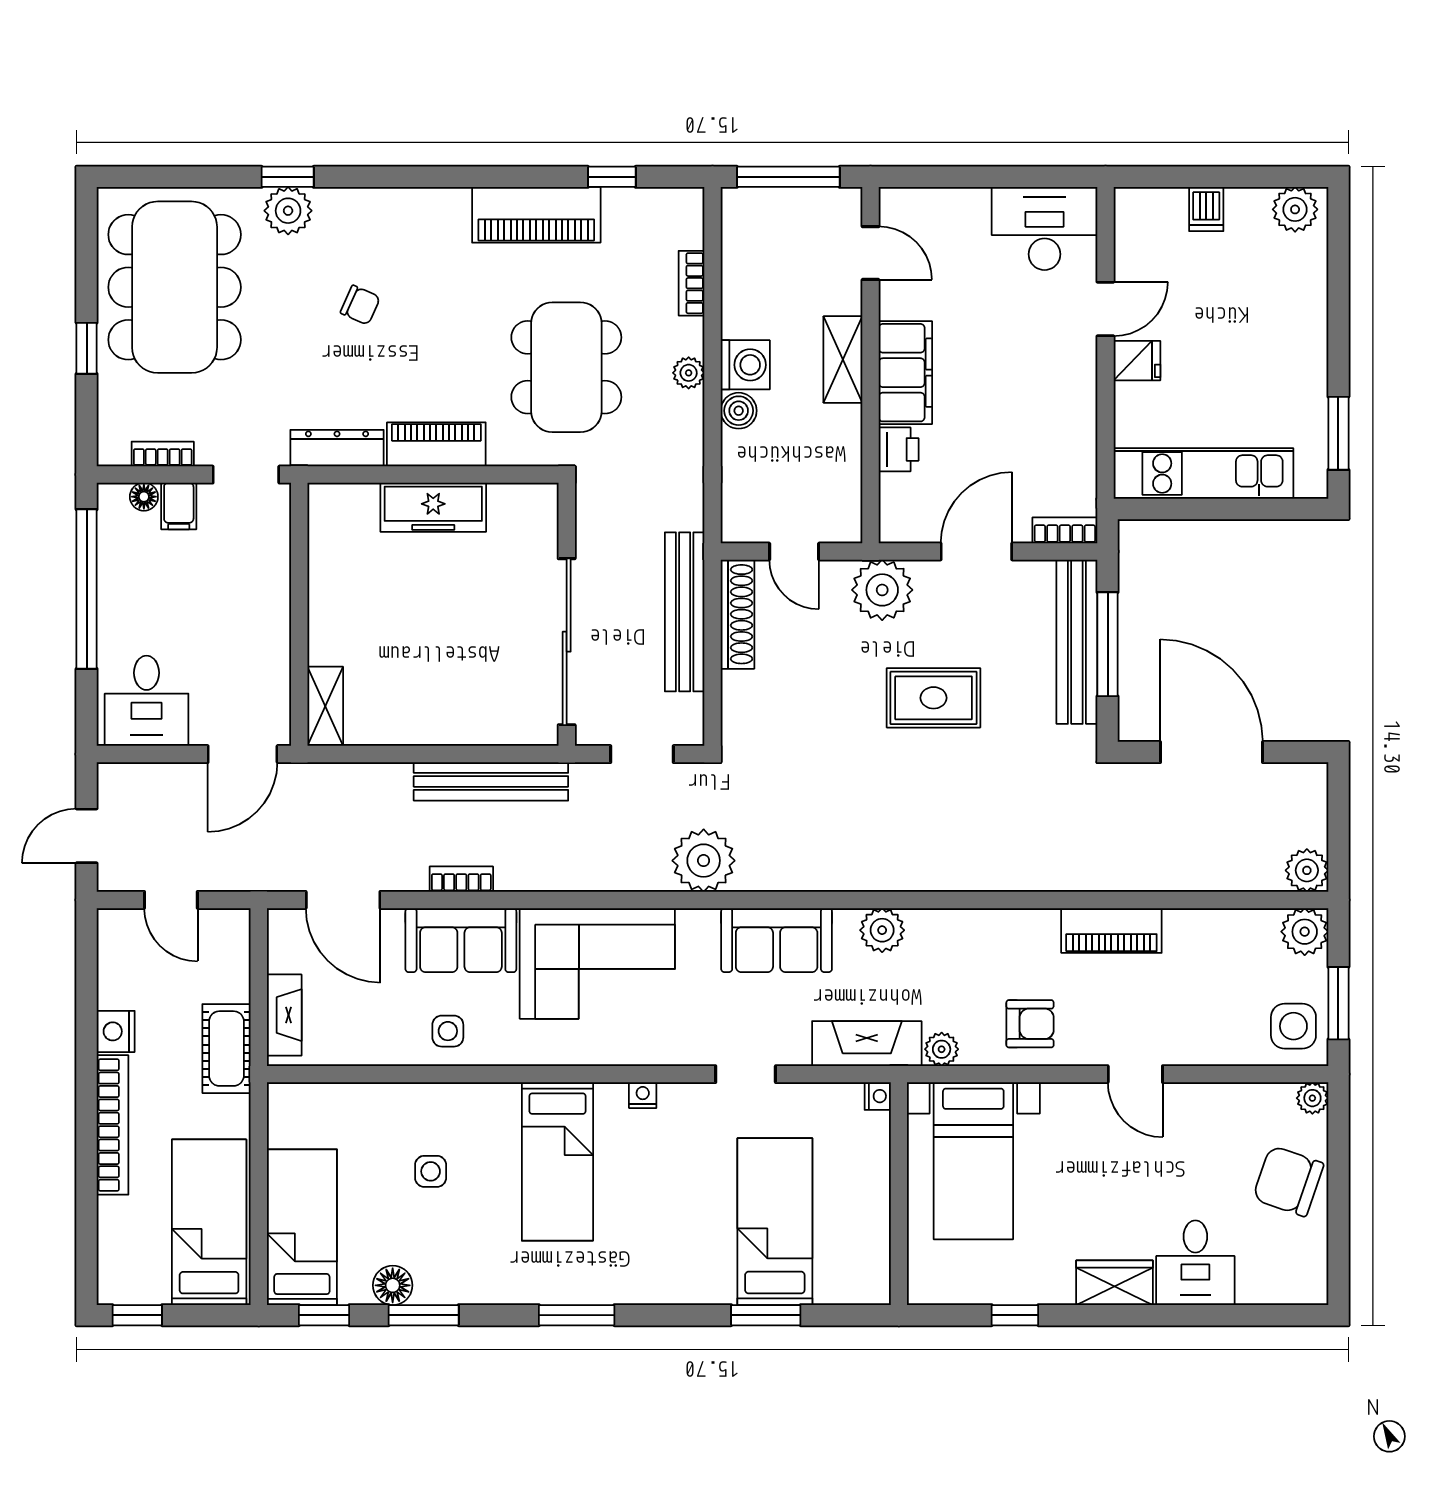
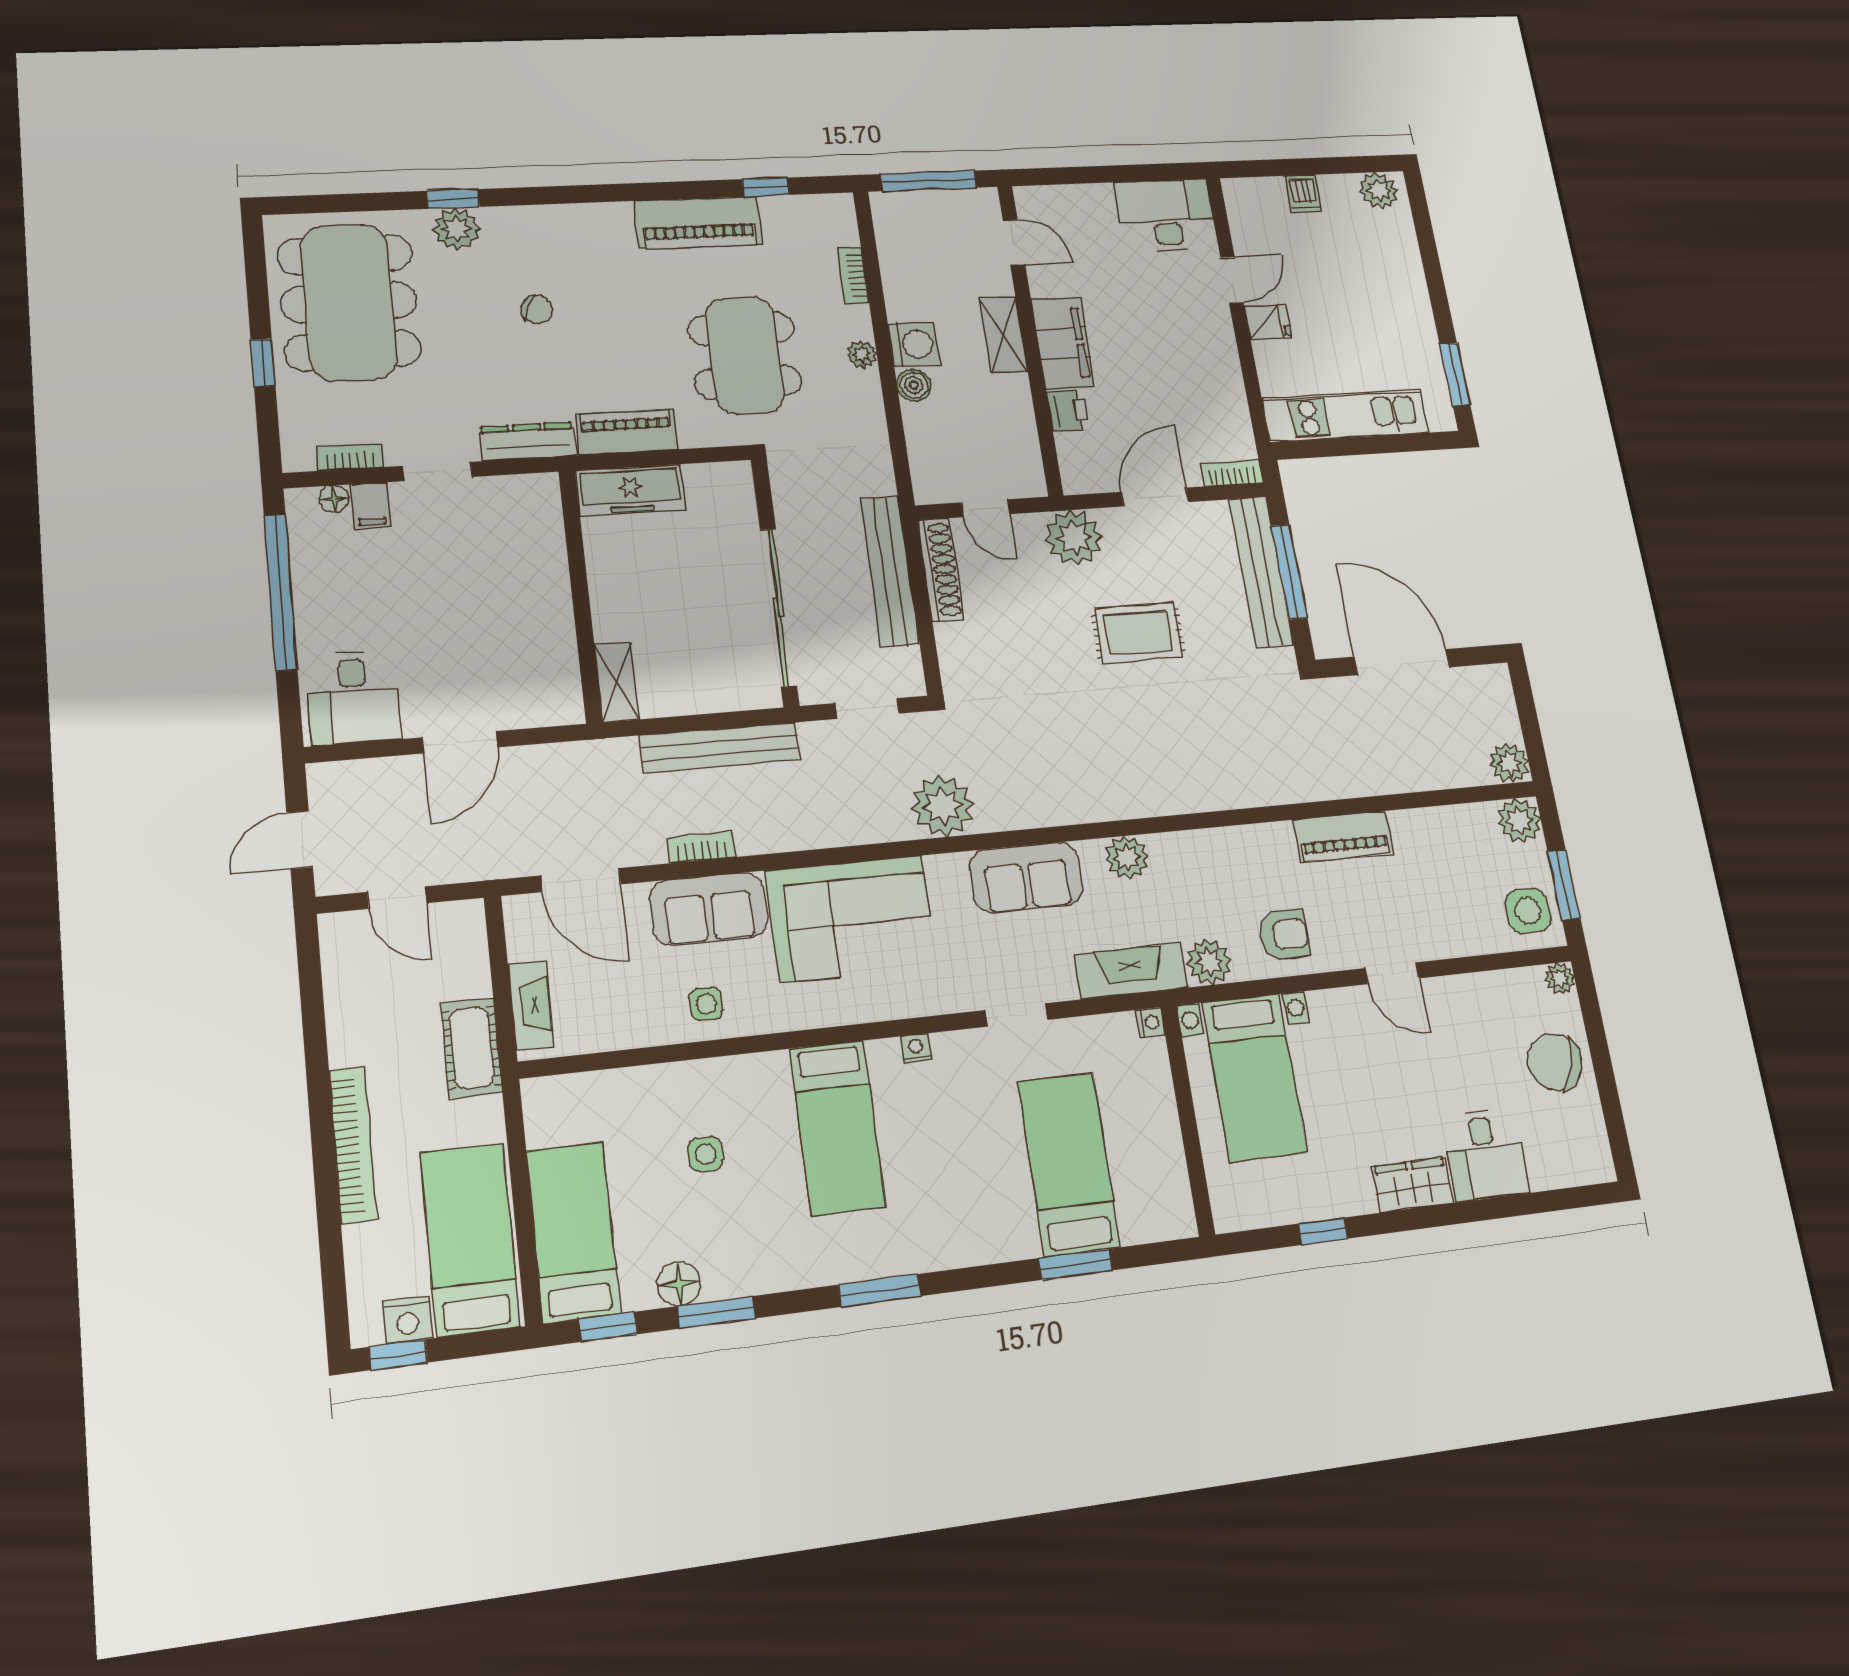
wall: (299, 614) -> (580, 595), moved
shelving: (325, 706) -> (617, 682), moved
nightstand: (116, 1031) -> (408, 1320), moved, turned -90
plant: (942, 1049) -> (1209, 962), width x1.38, depth x1.38

